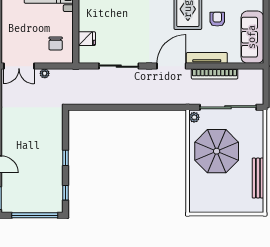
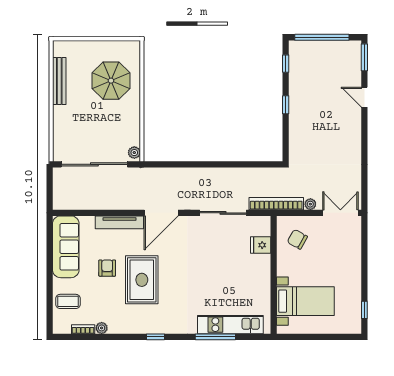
armchair: (217, 19) -> (107, 268), turned 180
chair: (56, 44) -> (297, 239), turned -61
bookcase: (215, 74) -> (276, 204), moved
parasol: (217, 151) -> (111, 81), moved, width x0.73, depth x0.73

